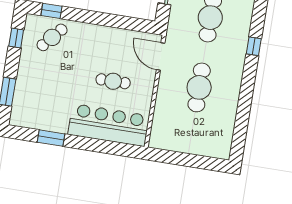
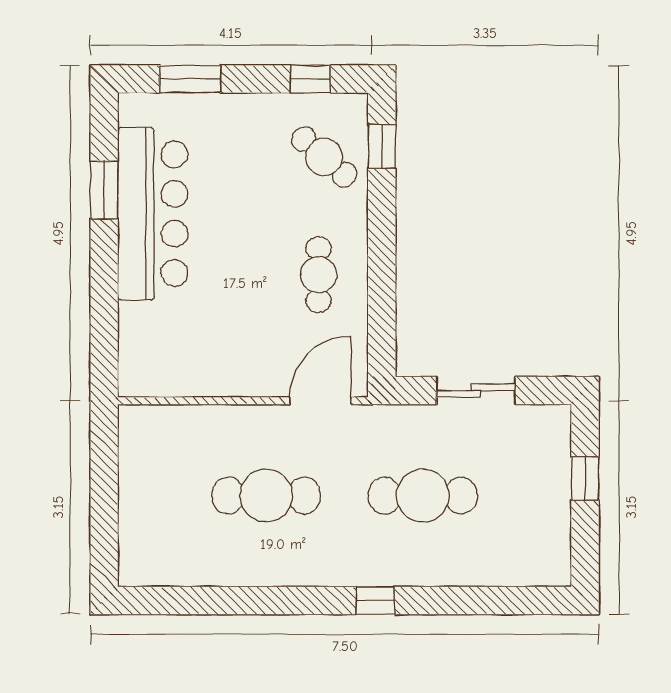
cafe table: (113, 81) -> (318, 275), moved
bar counter: (109, 125) -> (153, 214), moved

